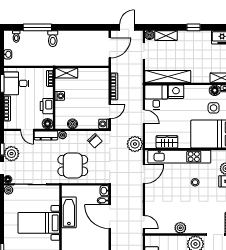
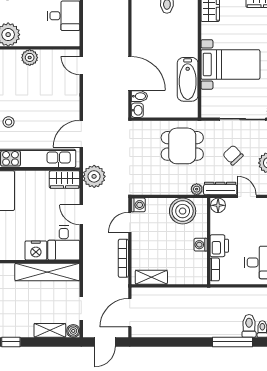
toilet: (53, 39) -> (249, 326), moved
shelving: (66, 73) -> (151, 277), moved
printer: (47, 106) -> (219, 246), moved
boiler: (72, 124) -> (183, 211), width x1.86, depth x1.86
chair: (95, 141) -> (233, 155), moved
wardrobe: (167, 142) -> (65, 180), moved

